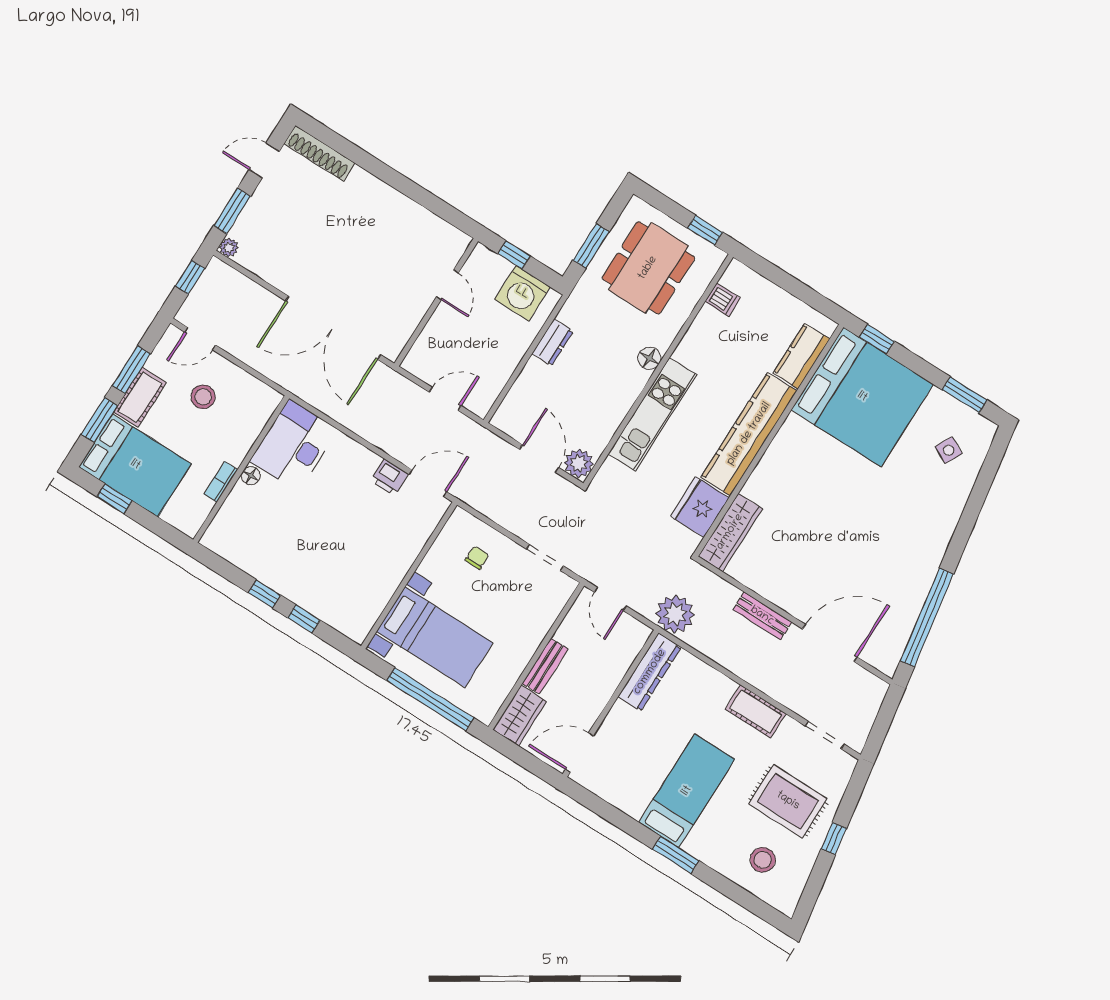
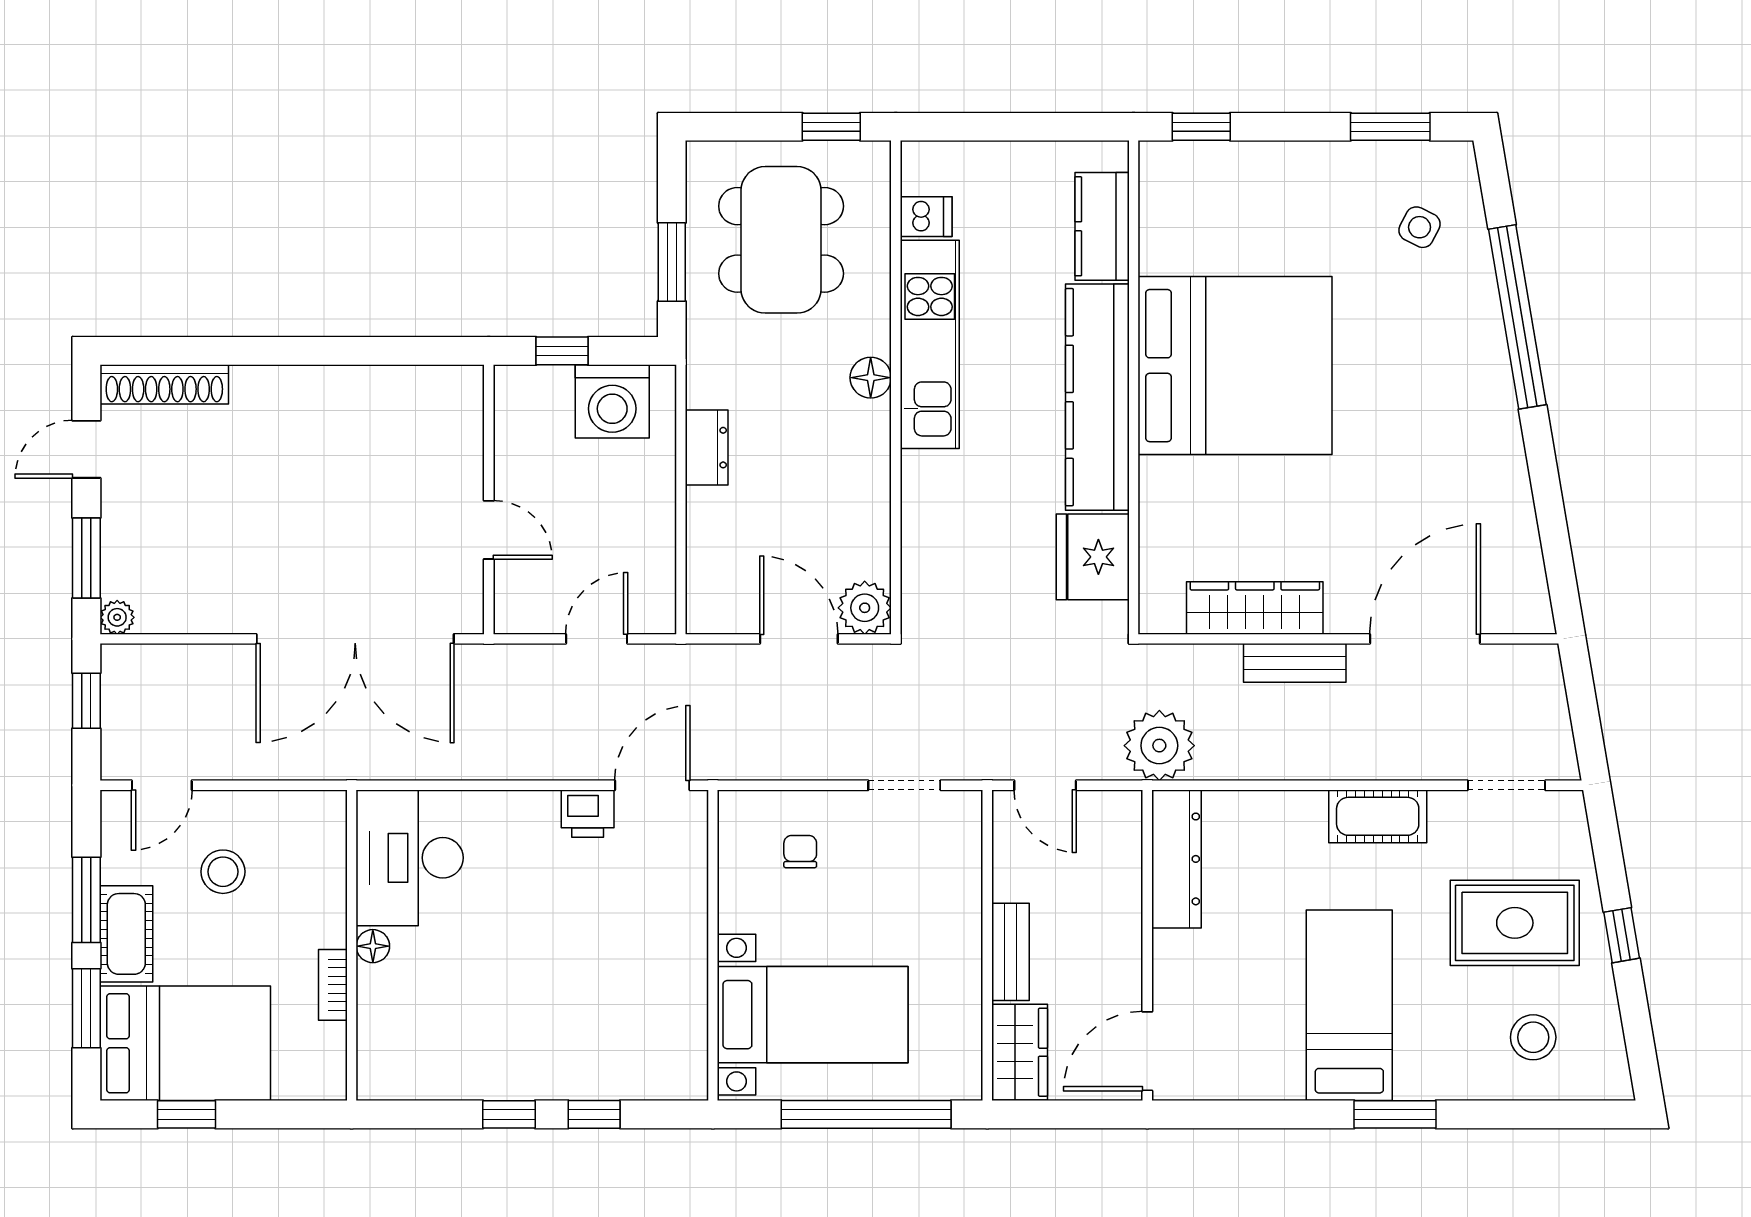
door: (447, 285) -> (489, 530), moved
bed: (862, 397) -> (1235, 366), moved
kitchen unit: (652, 414) -> (930, 344), moved
wardrobe: (730, 532) -> (1255, 608), moved, turned -90
window: (927, 617) -> (1517, 317), moved

